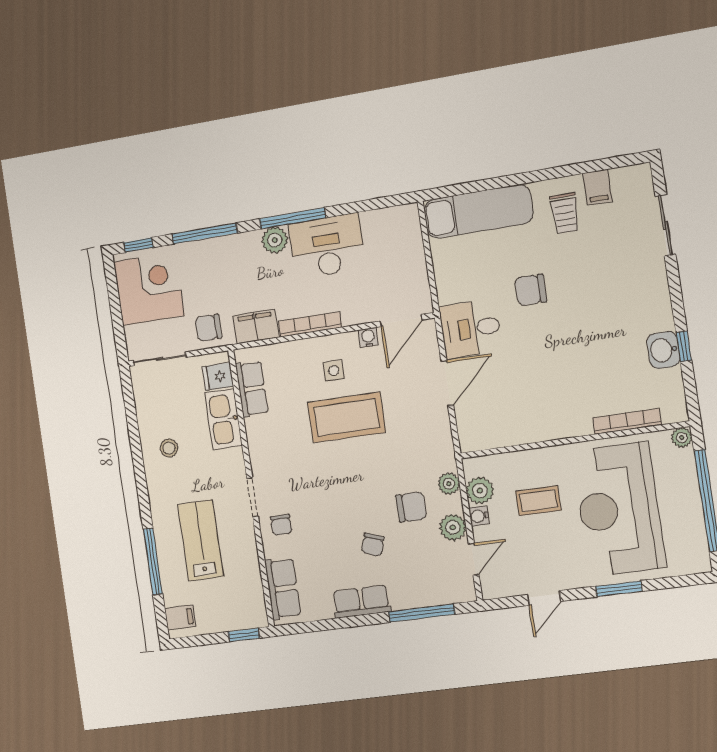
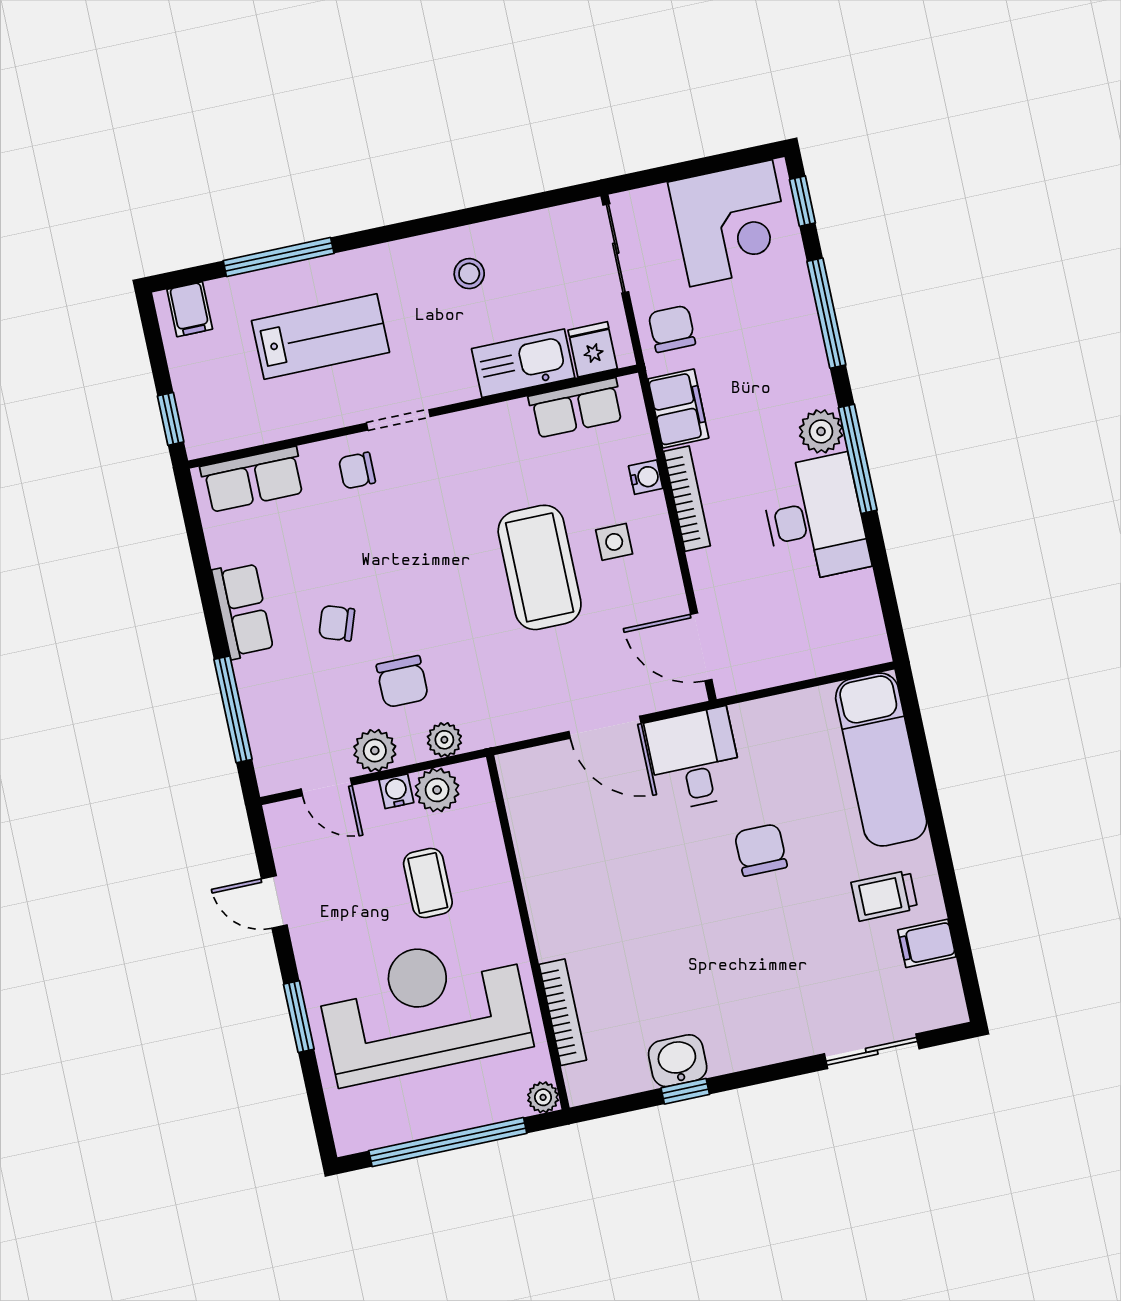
water cooler: (368, 337) -> (646, 477), moved

